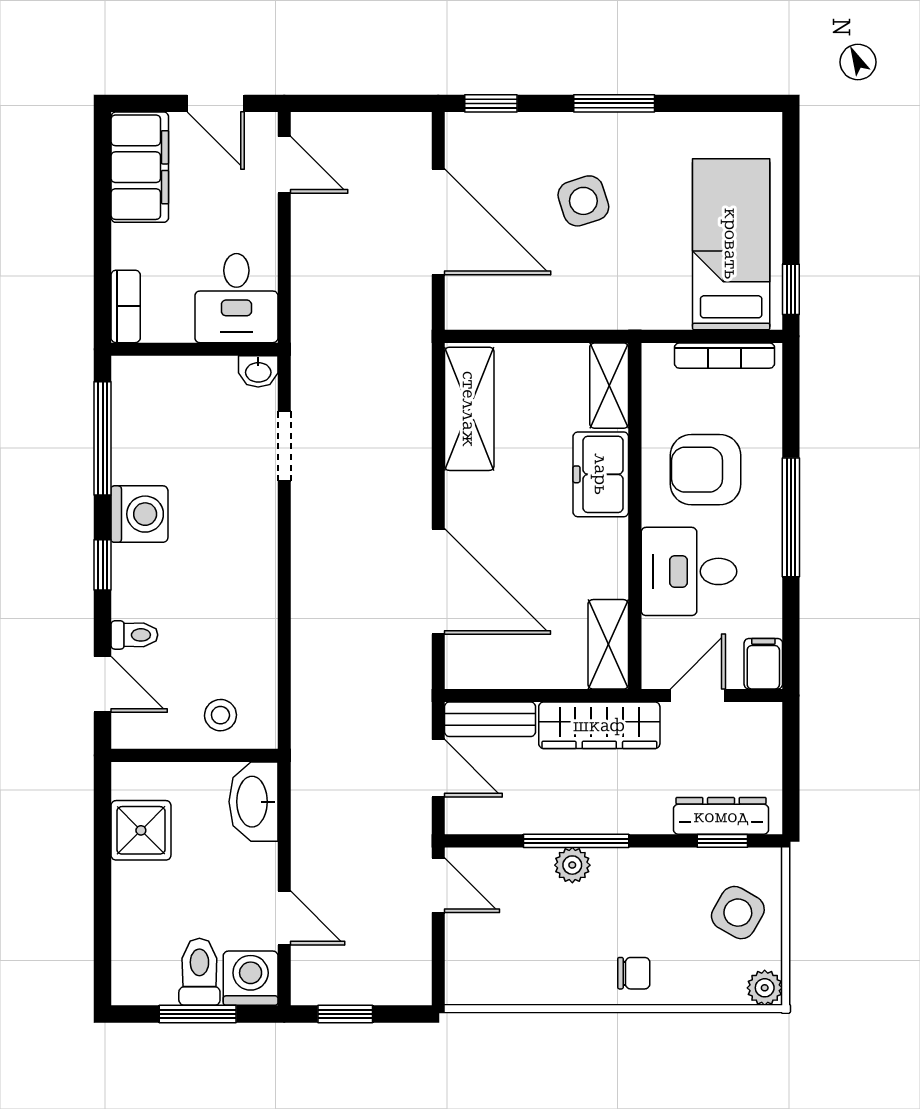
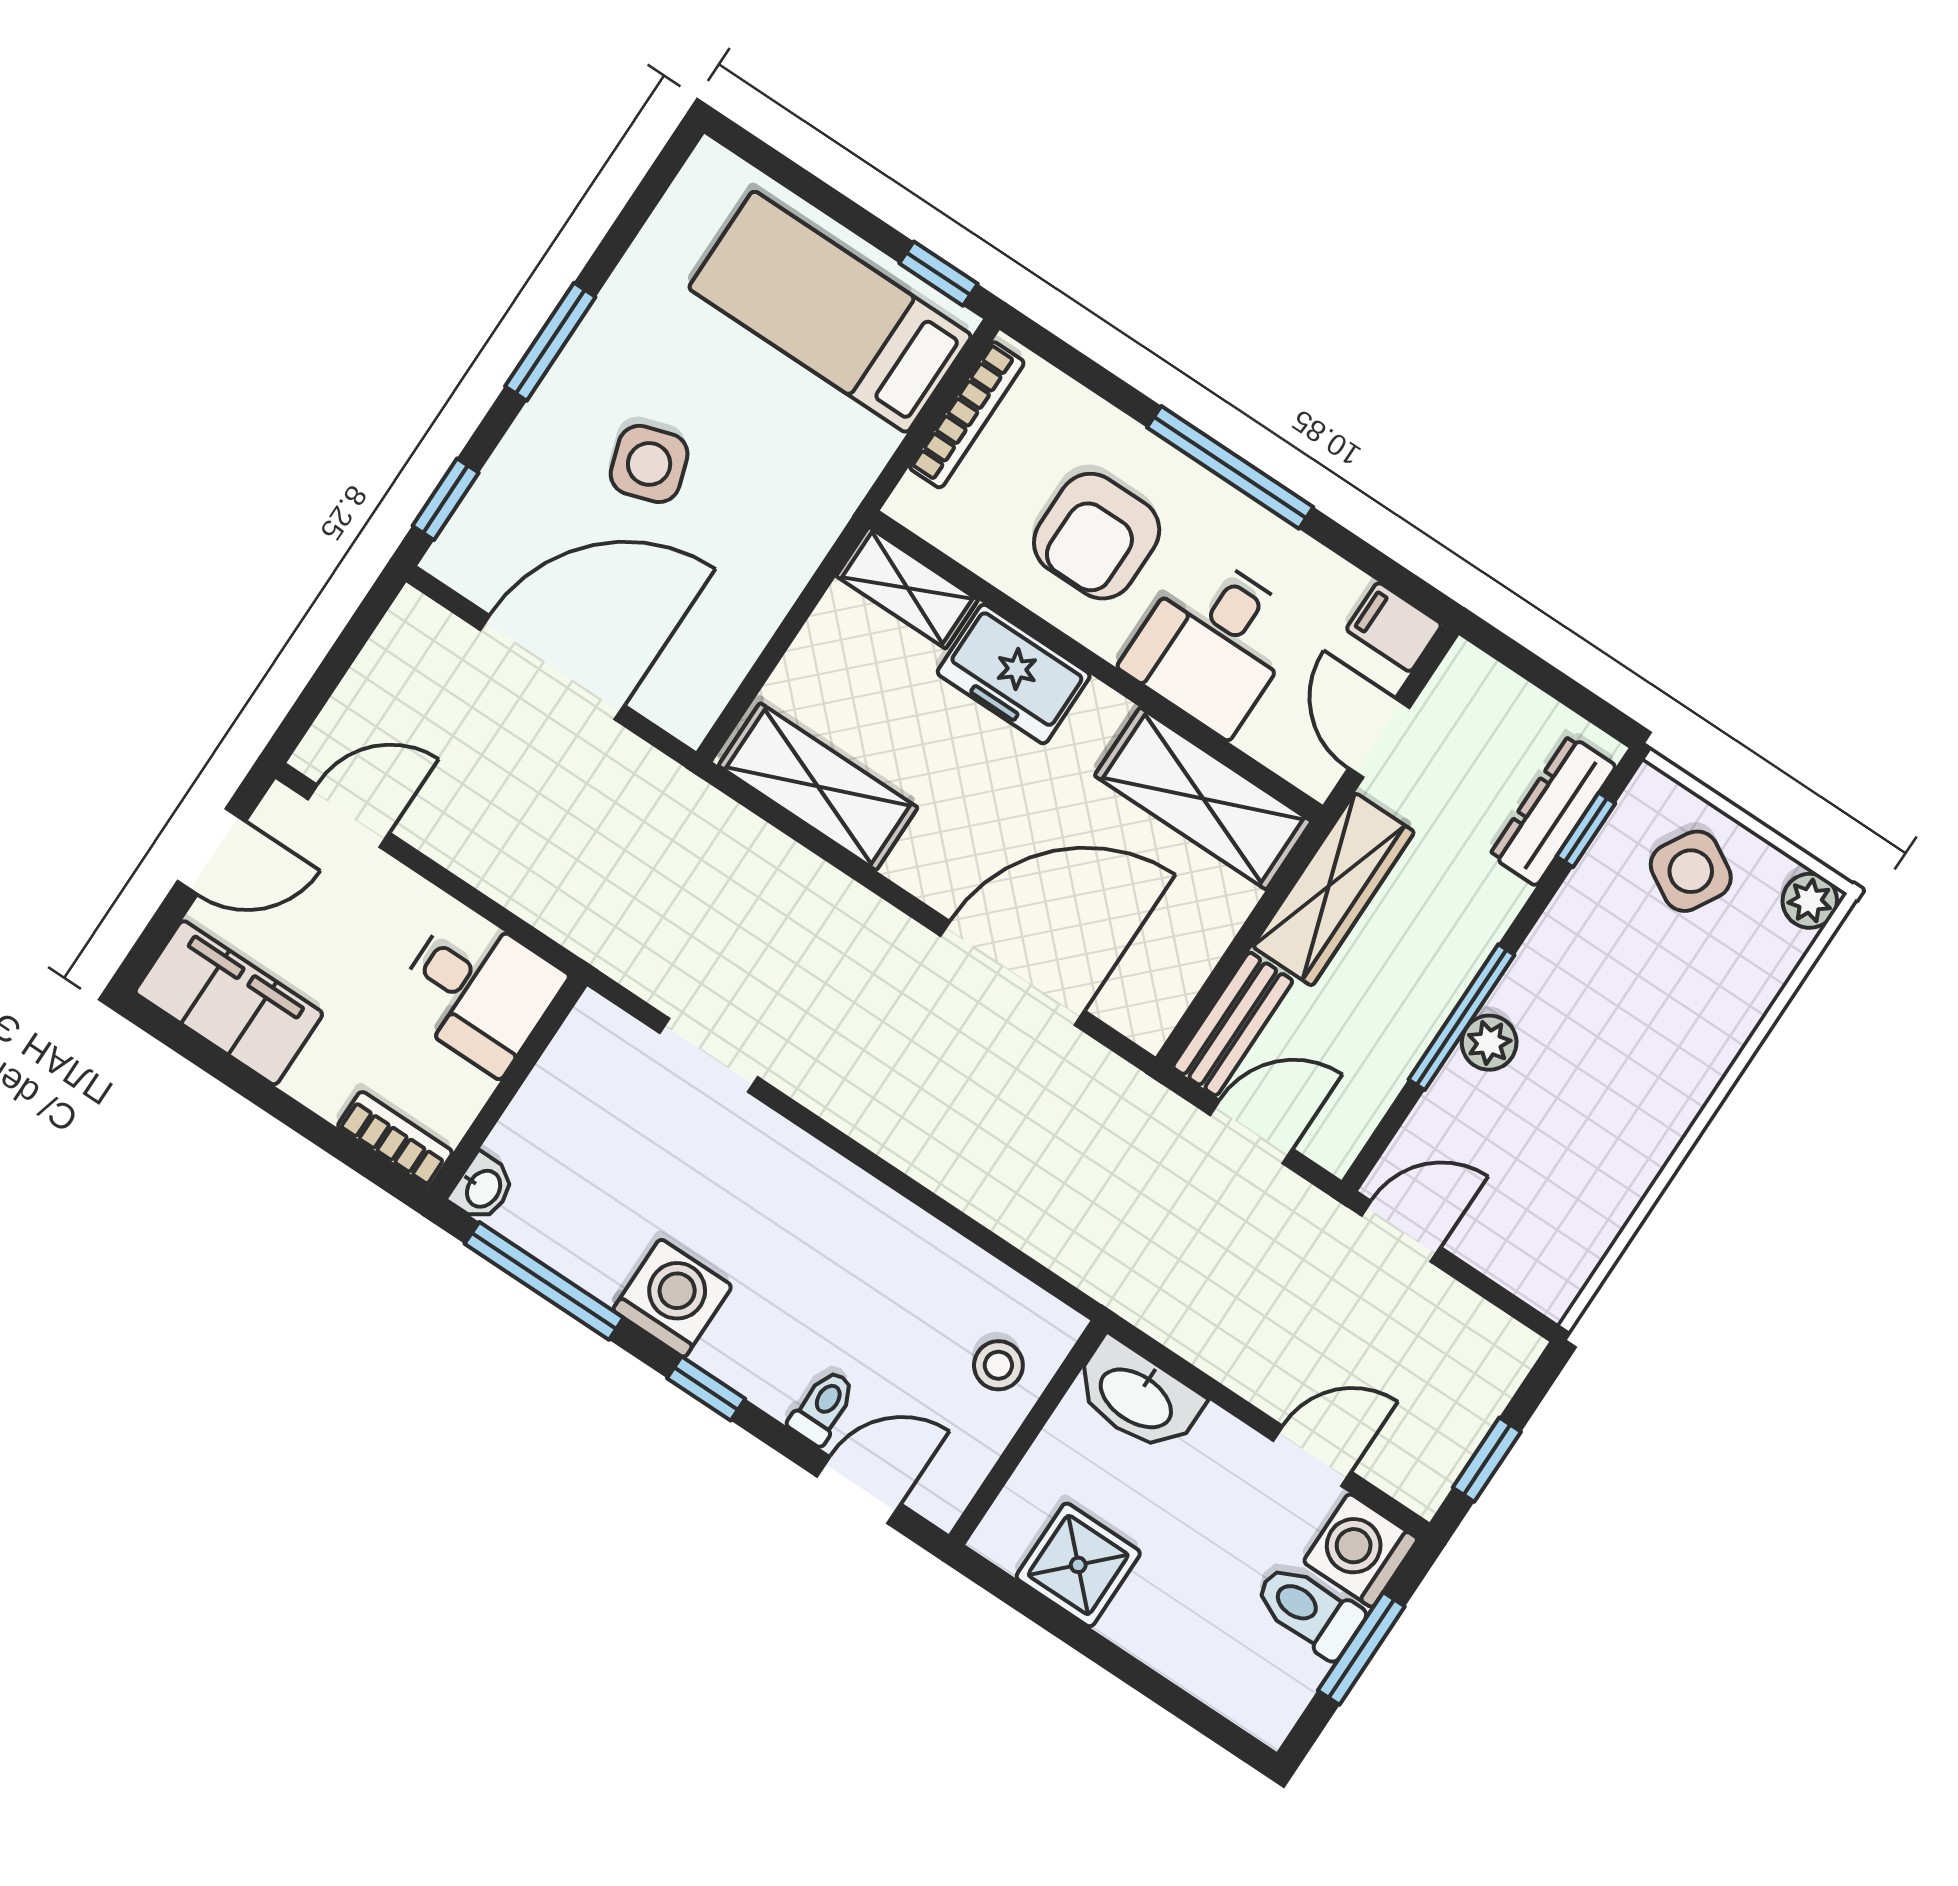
washbasin: (258, 371) -> (482, 1188), moved
shelving: (608, 644) -> (1203, 798), width x1.50, depth x1.33
chair: (634, 973) -> (1680, 1056), removed

